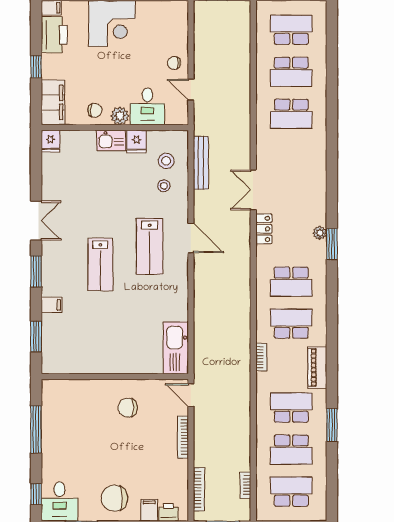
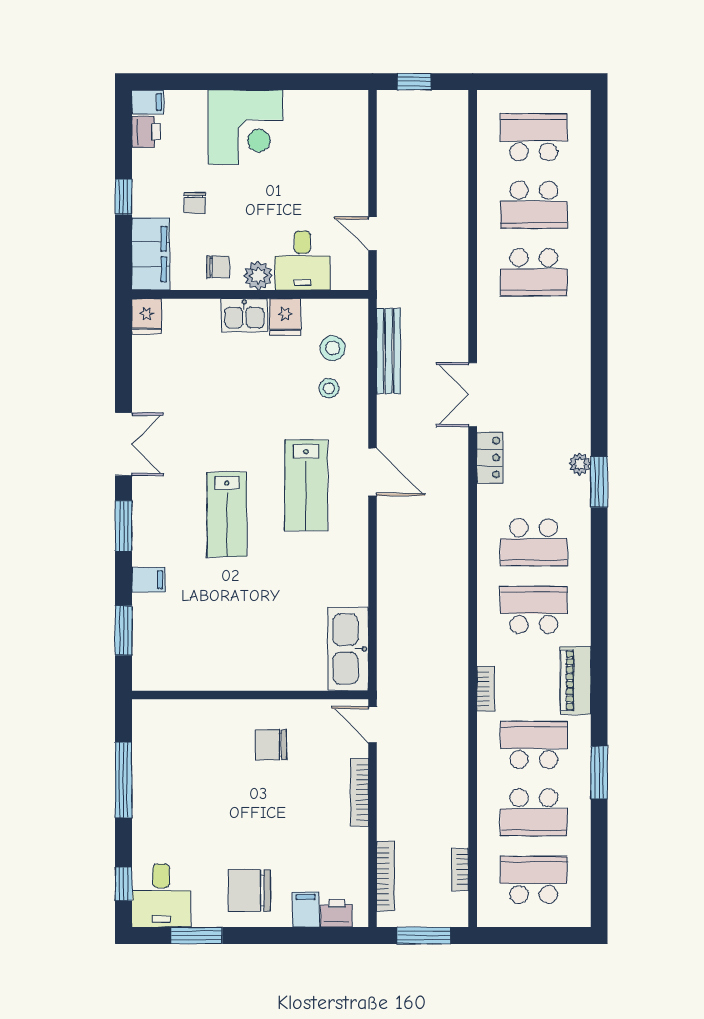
printer: (54, 35) -> (146, 132), width x0.53, depth x0.68
chair: (174, 63) -> (195, 203), moved, turned -90
bookcase: (261, 357) -> (486, 689), moved

